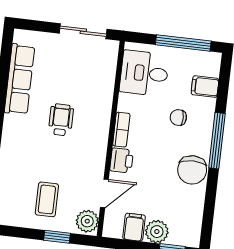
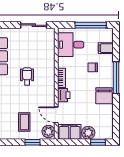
door: (104, 193) -> (56, 115), swing flipped
filing cabinet: (134, 227) -> (69, 132), width x2.00

